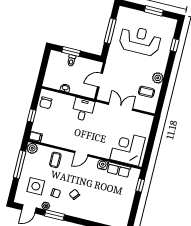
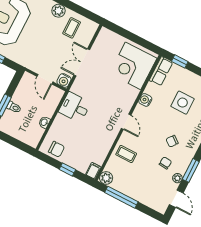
water cooler: (103, 96) -> (64, 80), added
row of seats: (119, 170) -> (161, 71), moved
side table: (36, 186) -> (183, 103), moved

